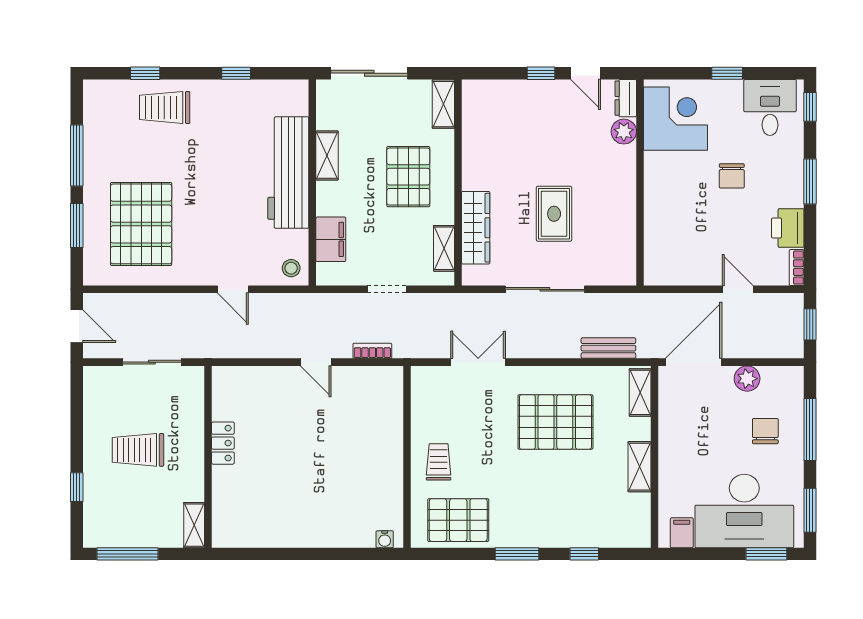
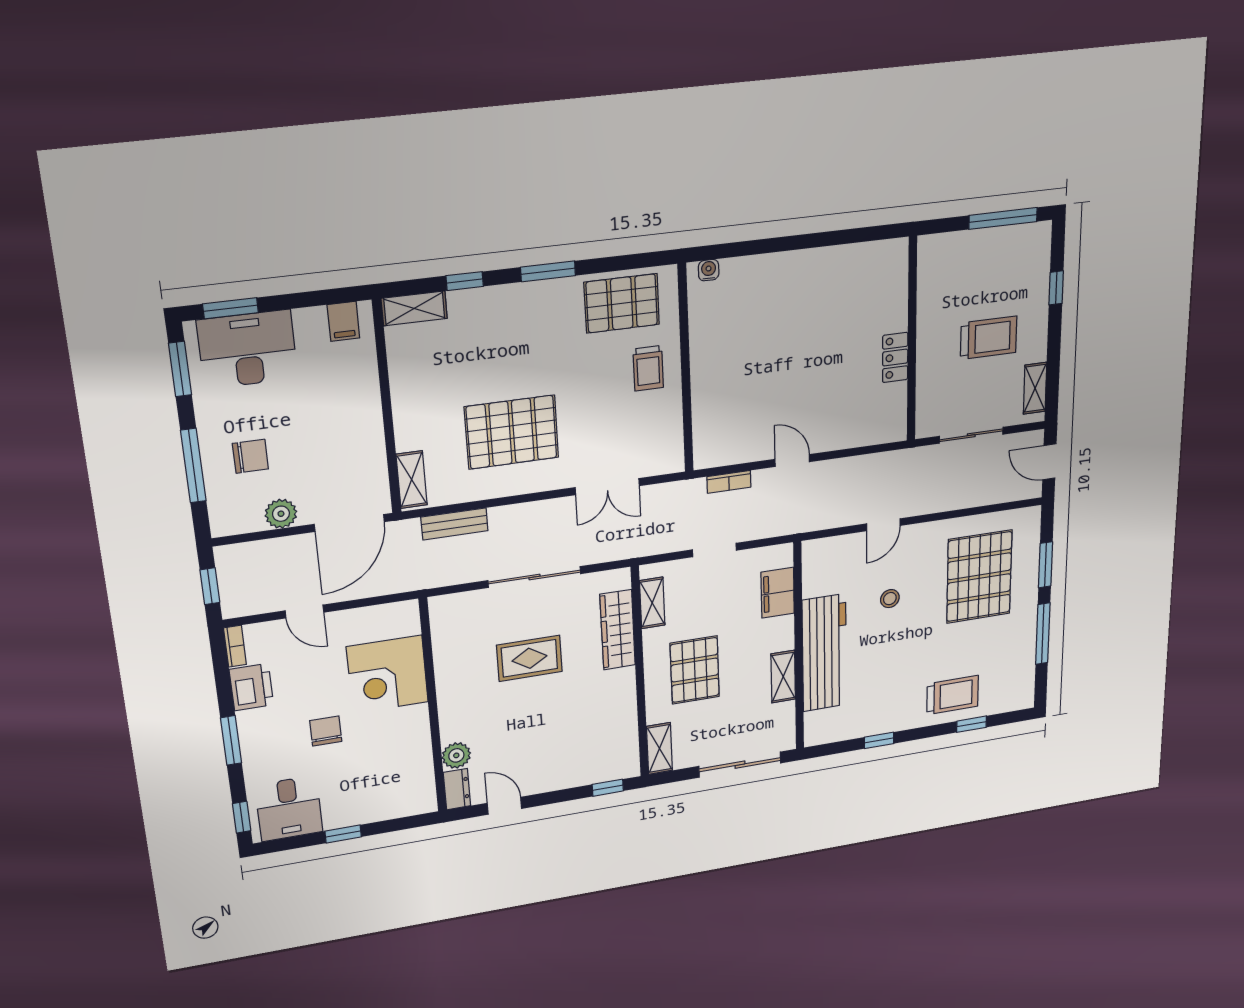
window: (541, 73) -> (608, 788), moved
corner desk: (675, 119) -> (387, 674), moved
rug: (554, 214) -> (529, 658), turned 90
stool: (291, 268) -> (890, 599), moved
door: (233, 289) -> (883, 525), swing flipped
chair: (765, 431) -> (250, 456), turned -90
shelving: (640, 467) -> (414, 308), moved, turned 90
desk: (744, 511) -> (247, 349), width x0.73, depth x0.77
shelving: (194, 525) -> (1035, 388), moved

